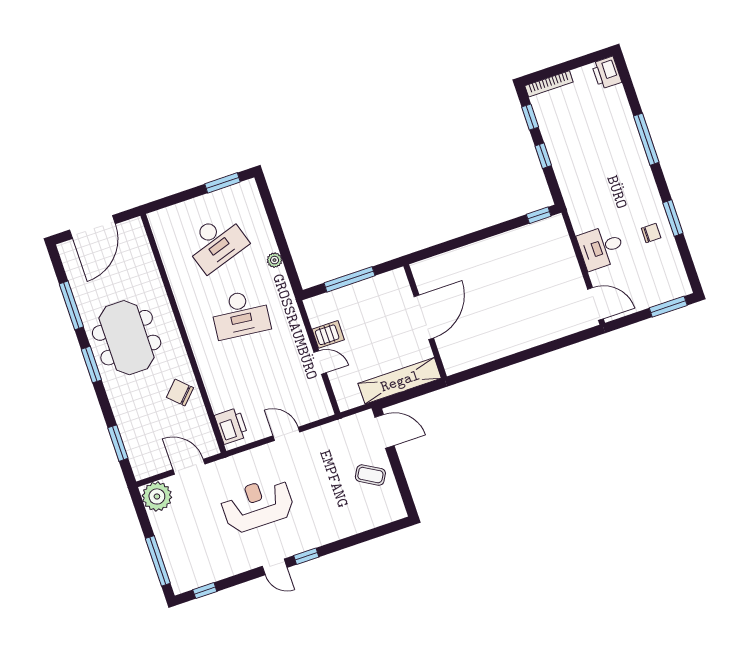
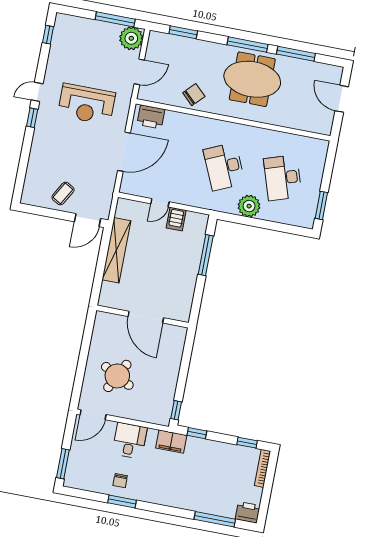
window: (646, 139) -> (215, 519), moved
window: (543, 156) -> (197, 433), moved
filing cabinet: (576, 201) -> (171, 442), added
door: (92, 227) -> (342, 99), width x0.73
plant: (275, 260) -> (249, 206), width x1.88, depth x1.88
round table: (538, 301) -> (117, 376), added
desk: (240, 314) -> (224, 167), turned -30
door: (424, 317) -> (146, 317), moved
wall: (425, 321) -> (143, 316), moved
window: (91, 365) -> (247, 45), width x1.44
door: (286, 434) -> (124, 152), width x1.88
reception desk: (257, 505) -> (87, 104), turned 90
window: (158, 561) -> (115, 19), moved

